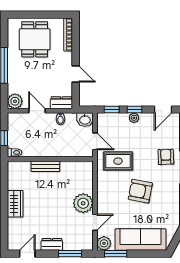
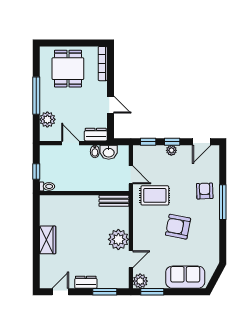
plant: (15, 101) -> (47, 119), moved
washbasin: (85, 120) -> (109, 152), moved
bench: (45, 166) -> (114, 201), moved
sofa: (140, 240) -> (185, 277), width x0.73

